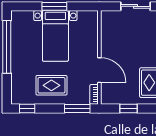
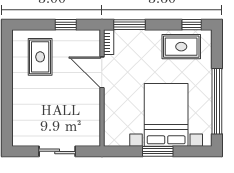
bed with nightstands: (55, 36) -> (166, 115), width x1.36
rug: (51, 85) -> (181, 47), moved

